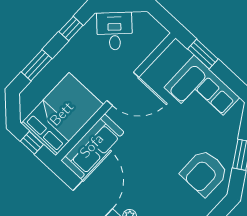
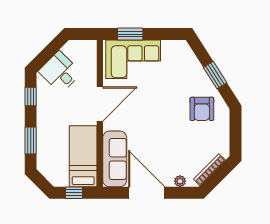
corner sofa: (202, 93) -> (133, 59), moved
bed: (62, 114) -> (83, 156), width x0.67
armchair: (204, 173) -> (202, 109), width x0.73, depth x0.73

